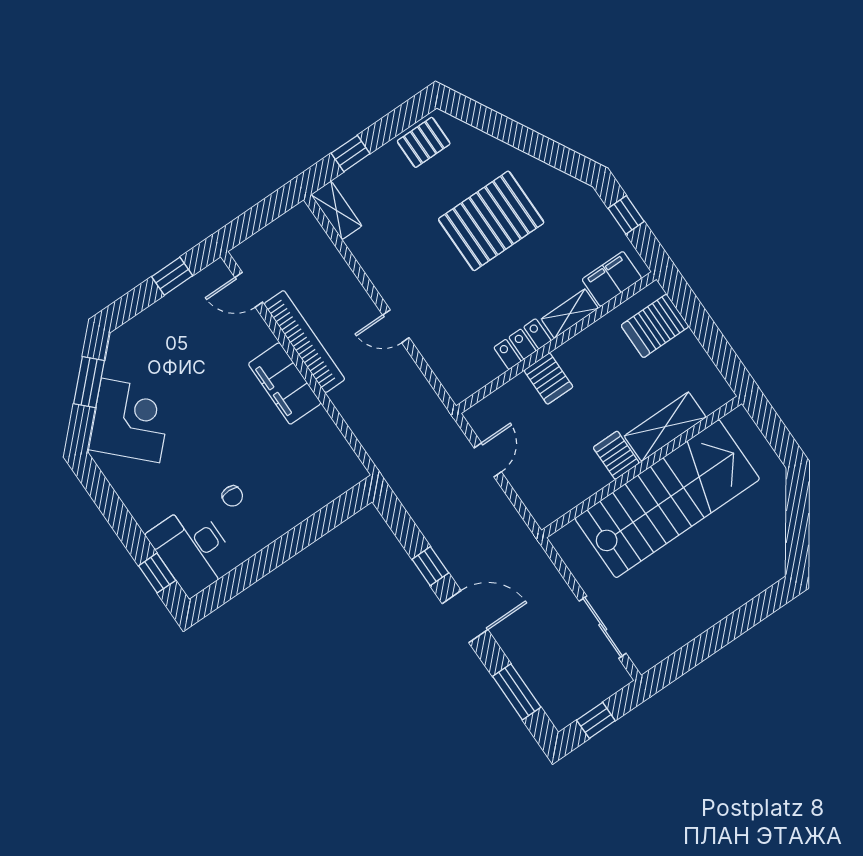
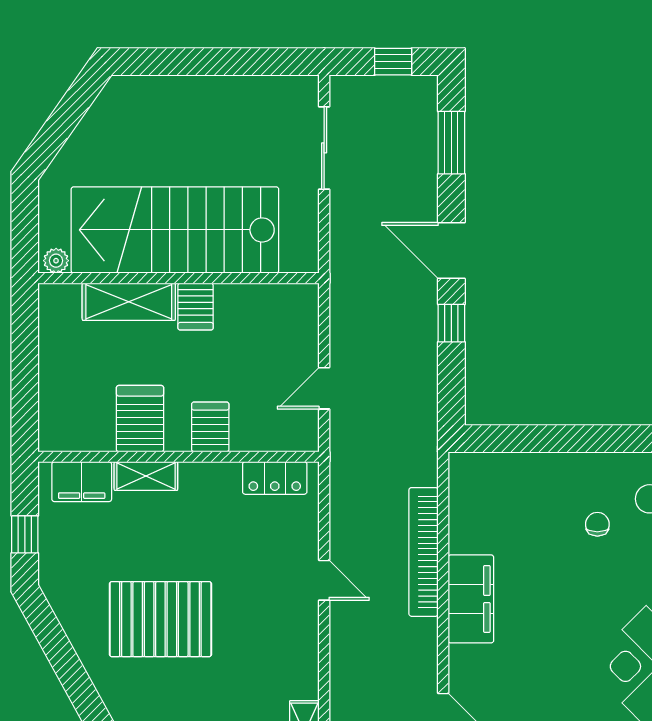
server rack: (655, 326) -> (140, 419), moved, turned -90
bookcase: (304, 342) -> (424, 552), moved
locker: (522, 344) -> (275, 478), moved
plant: (735, 420) -> (56, 261), added

